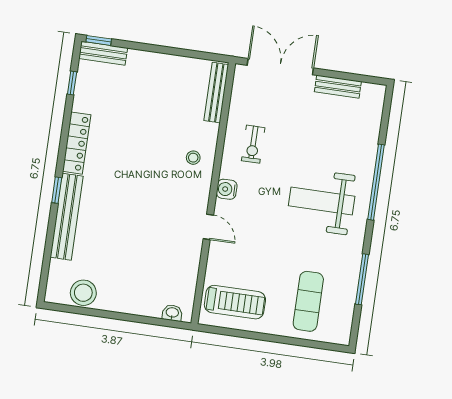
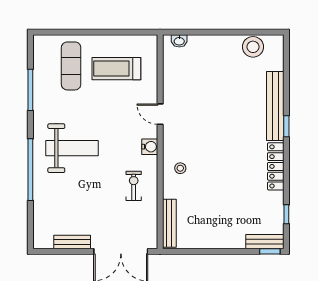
treadmill: (235, 302) -> (116, 69), moved

